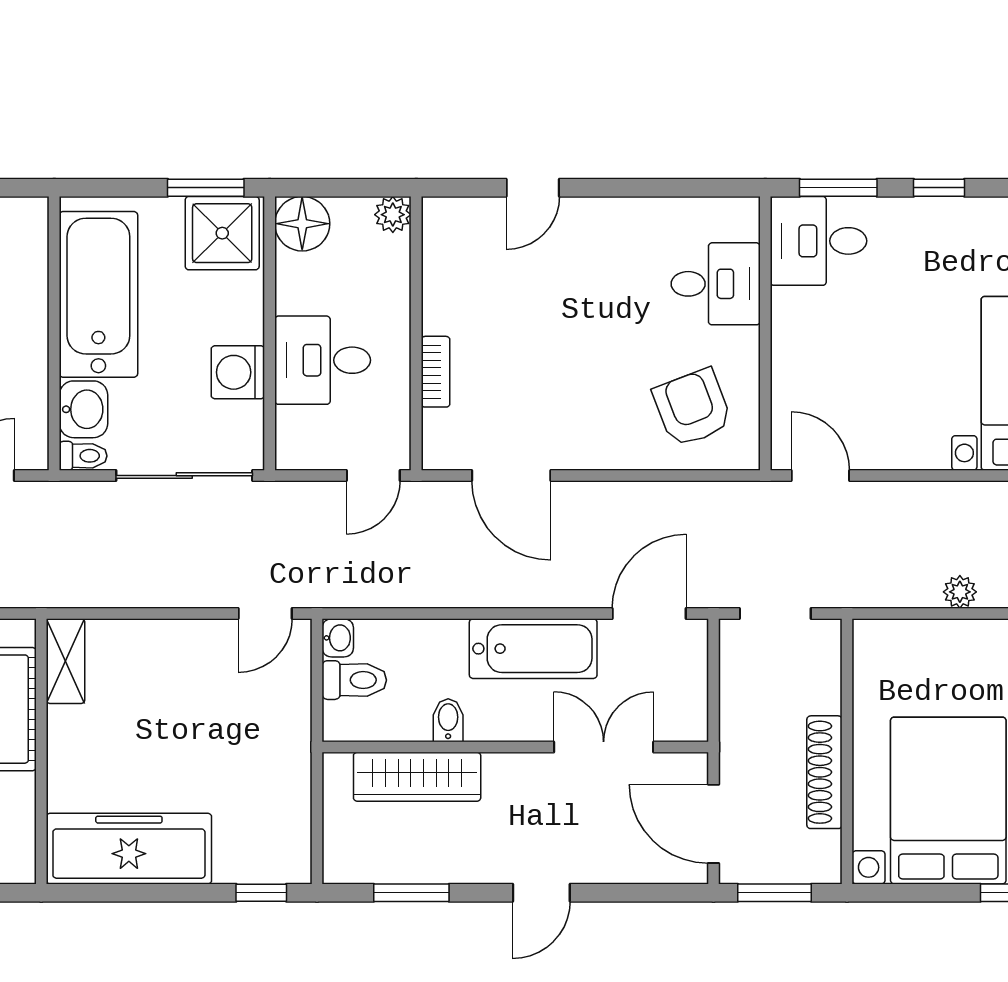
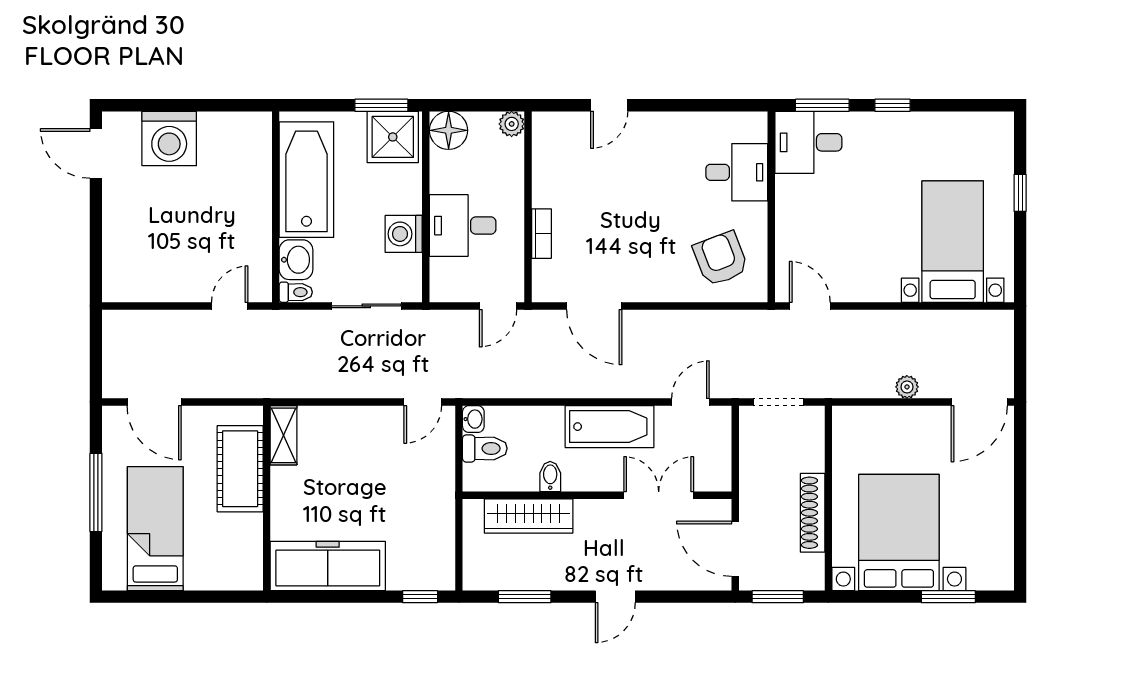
sliding door: (184, 476) -> (366, 306), width x0.73
door: (649, 613) -> (690, 402), width x0.73

